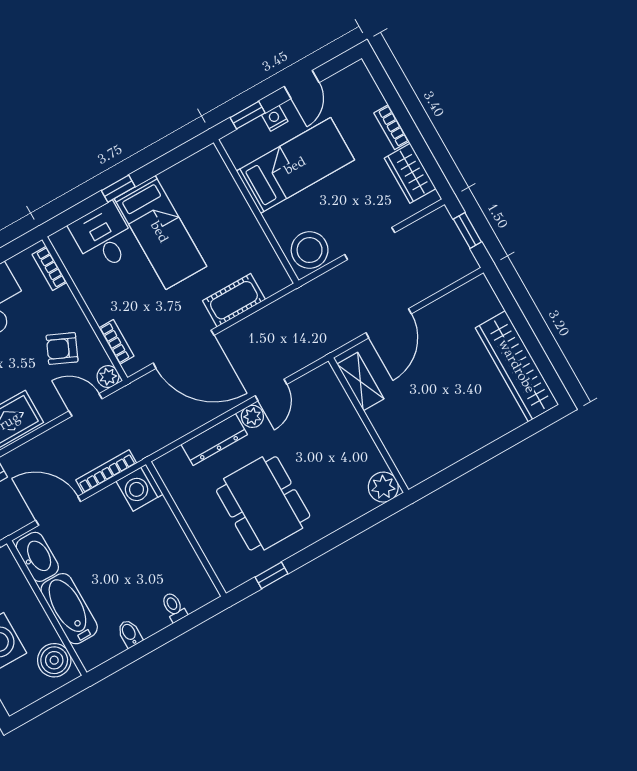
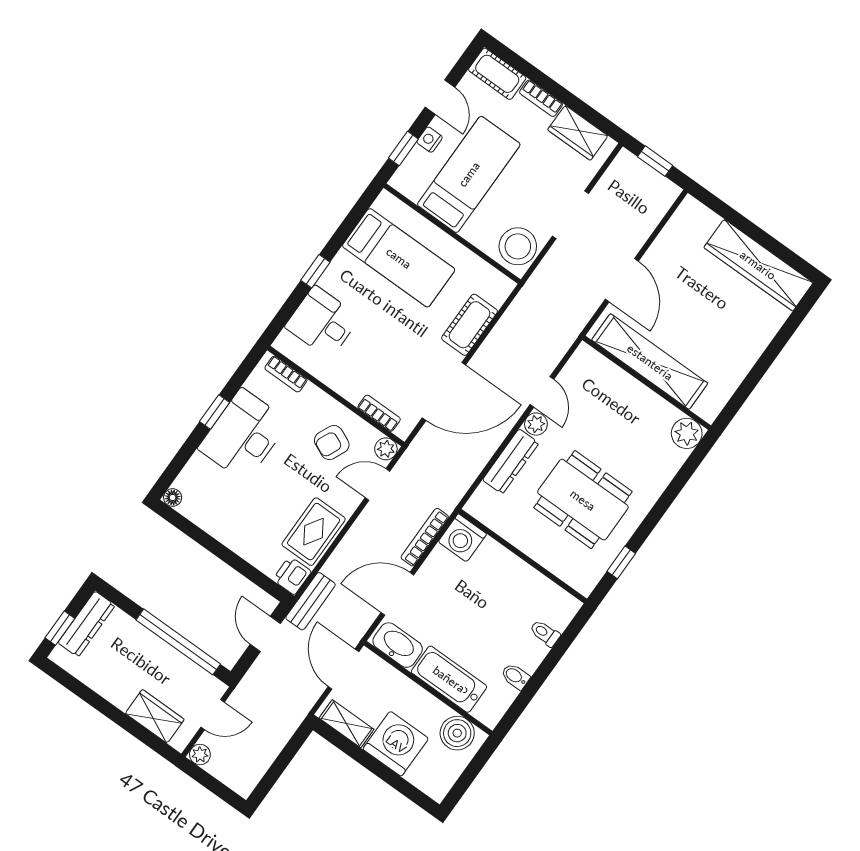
cot: (362, 87) -> (497, 74), added
bed: (160, 232) -> (399, 258), moved
shelving: (360, 381) -> (650, 362), width x2.20, depth x1.33

